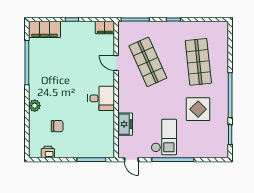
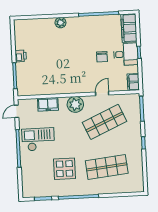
plant: (127, 94) -> (75, 104), added
desk: (101, 98) -> (126, 54), moved, turned -90
chair: (57, 126) -> (102, 57), moved
checkout: (164, 137) -> (38, 139), turned 180
printer: (48, 152) -> (21, 56), moved

